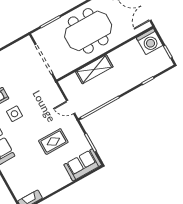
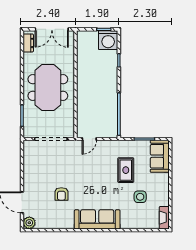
washing machine: (150, 42) -> (108, 40), moved, turned 90
shelving: (94, 69) -> (84, 101), removed
door: (71, 107) -> (89, 139), moved
side table: (14, 114) -> (140, 197), moved

